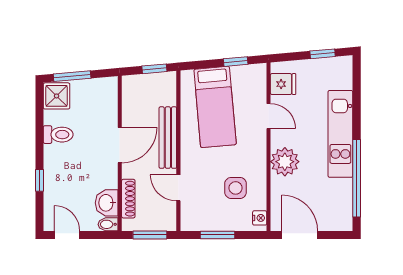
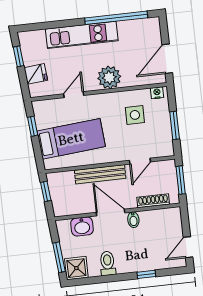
fridge: (283, 84) -> (36, 74), moved, turned 85
washbasin: (107, 203) -> (82, 226), moved
bidet: (108, 224) -> (133, 220), moved

